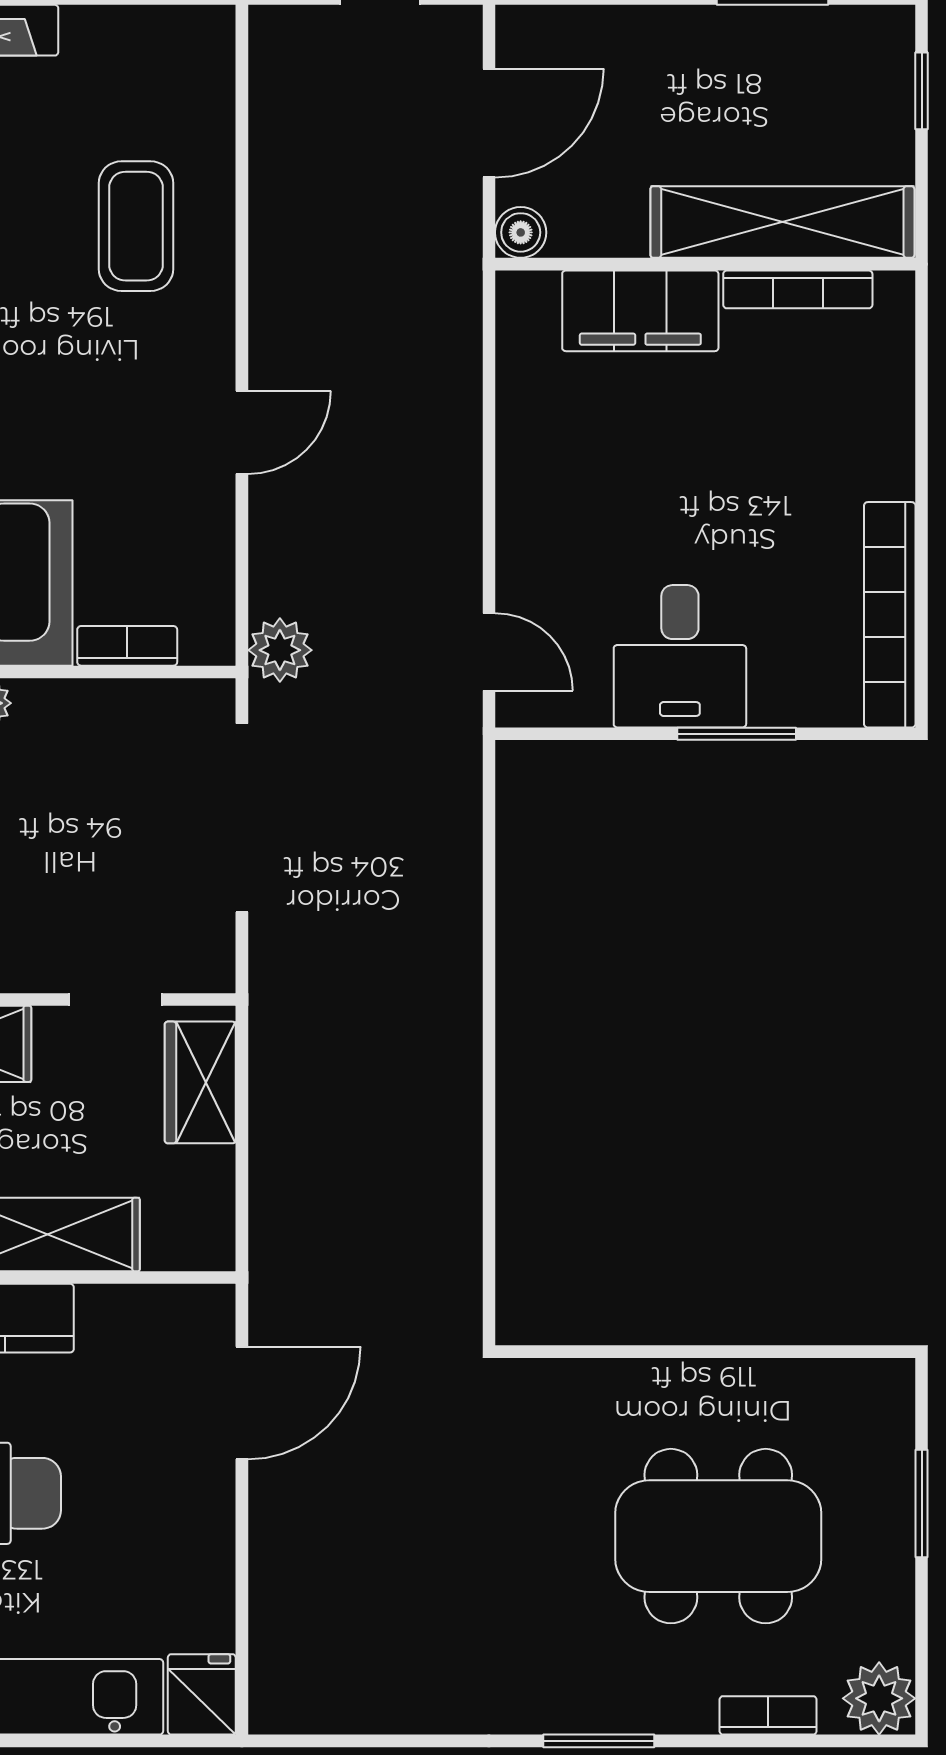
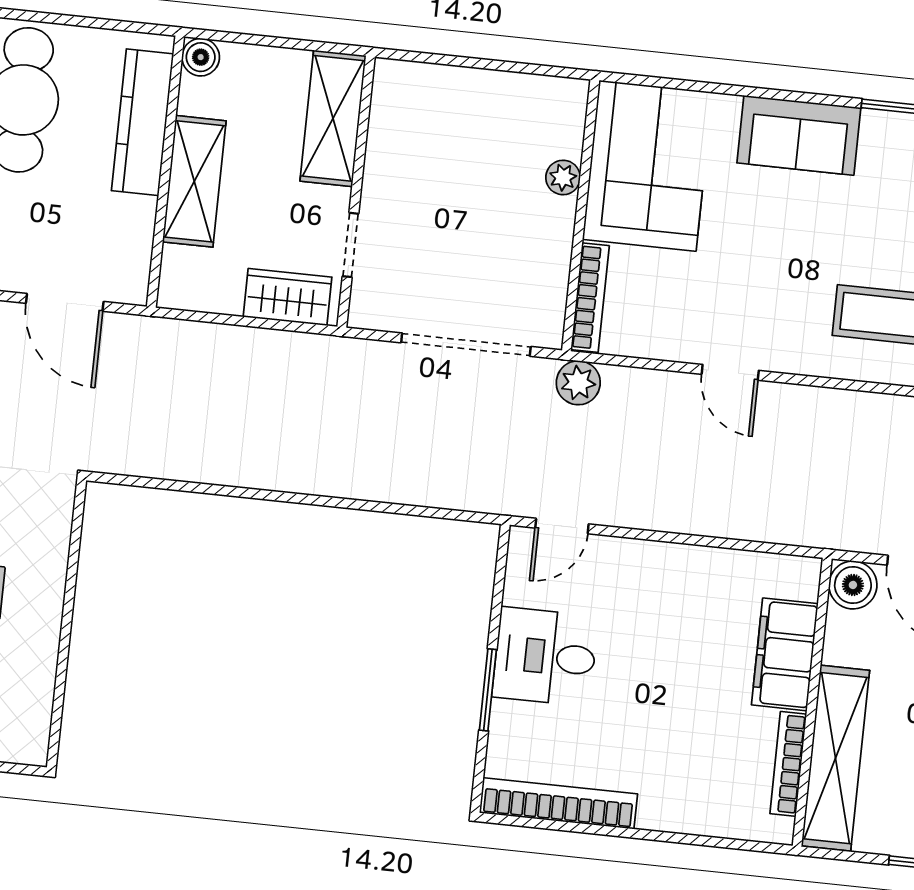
boiler: (521, 232) -> (853, 585), width x1.36, depth x1.36
bookcase: (127, 646) -> (590, 298), width x1.56

